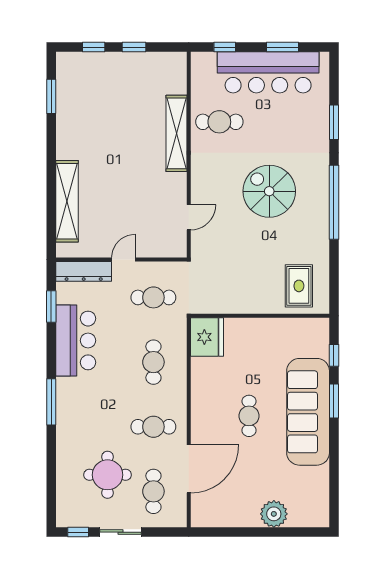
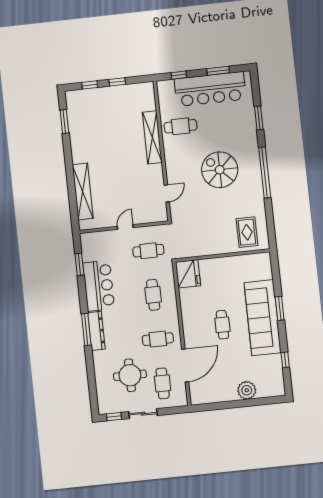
dresser: (84, 271) -> (96, 331), moved, turned -90
window: (334, 355) -> (285, 360), moved

